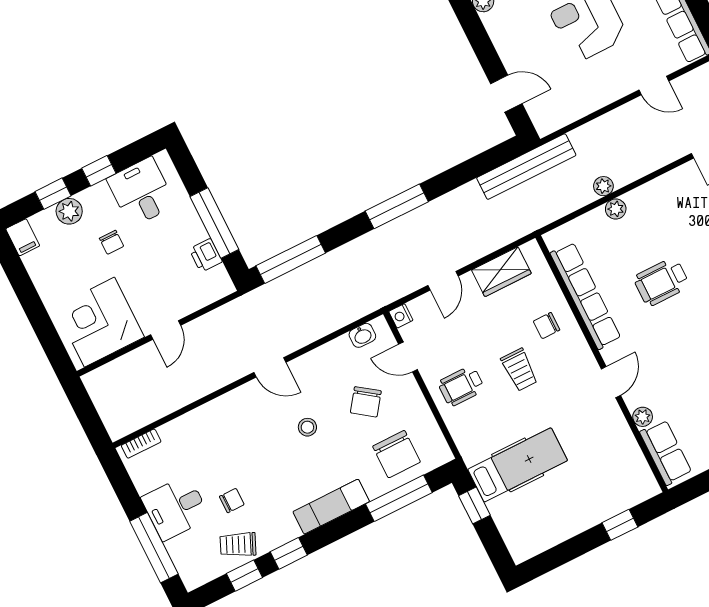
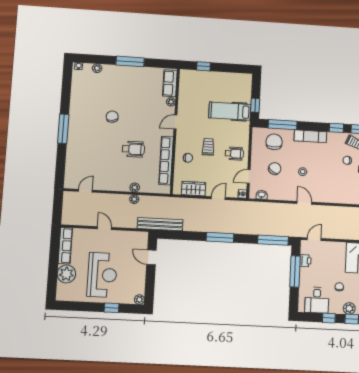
door: (654, 85) -> (104, 228), moved
door: (166, 330) -> (314, 239), moved
door: (408, 357) -> (249, 176), swing flipped

